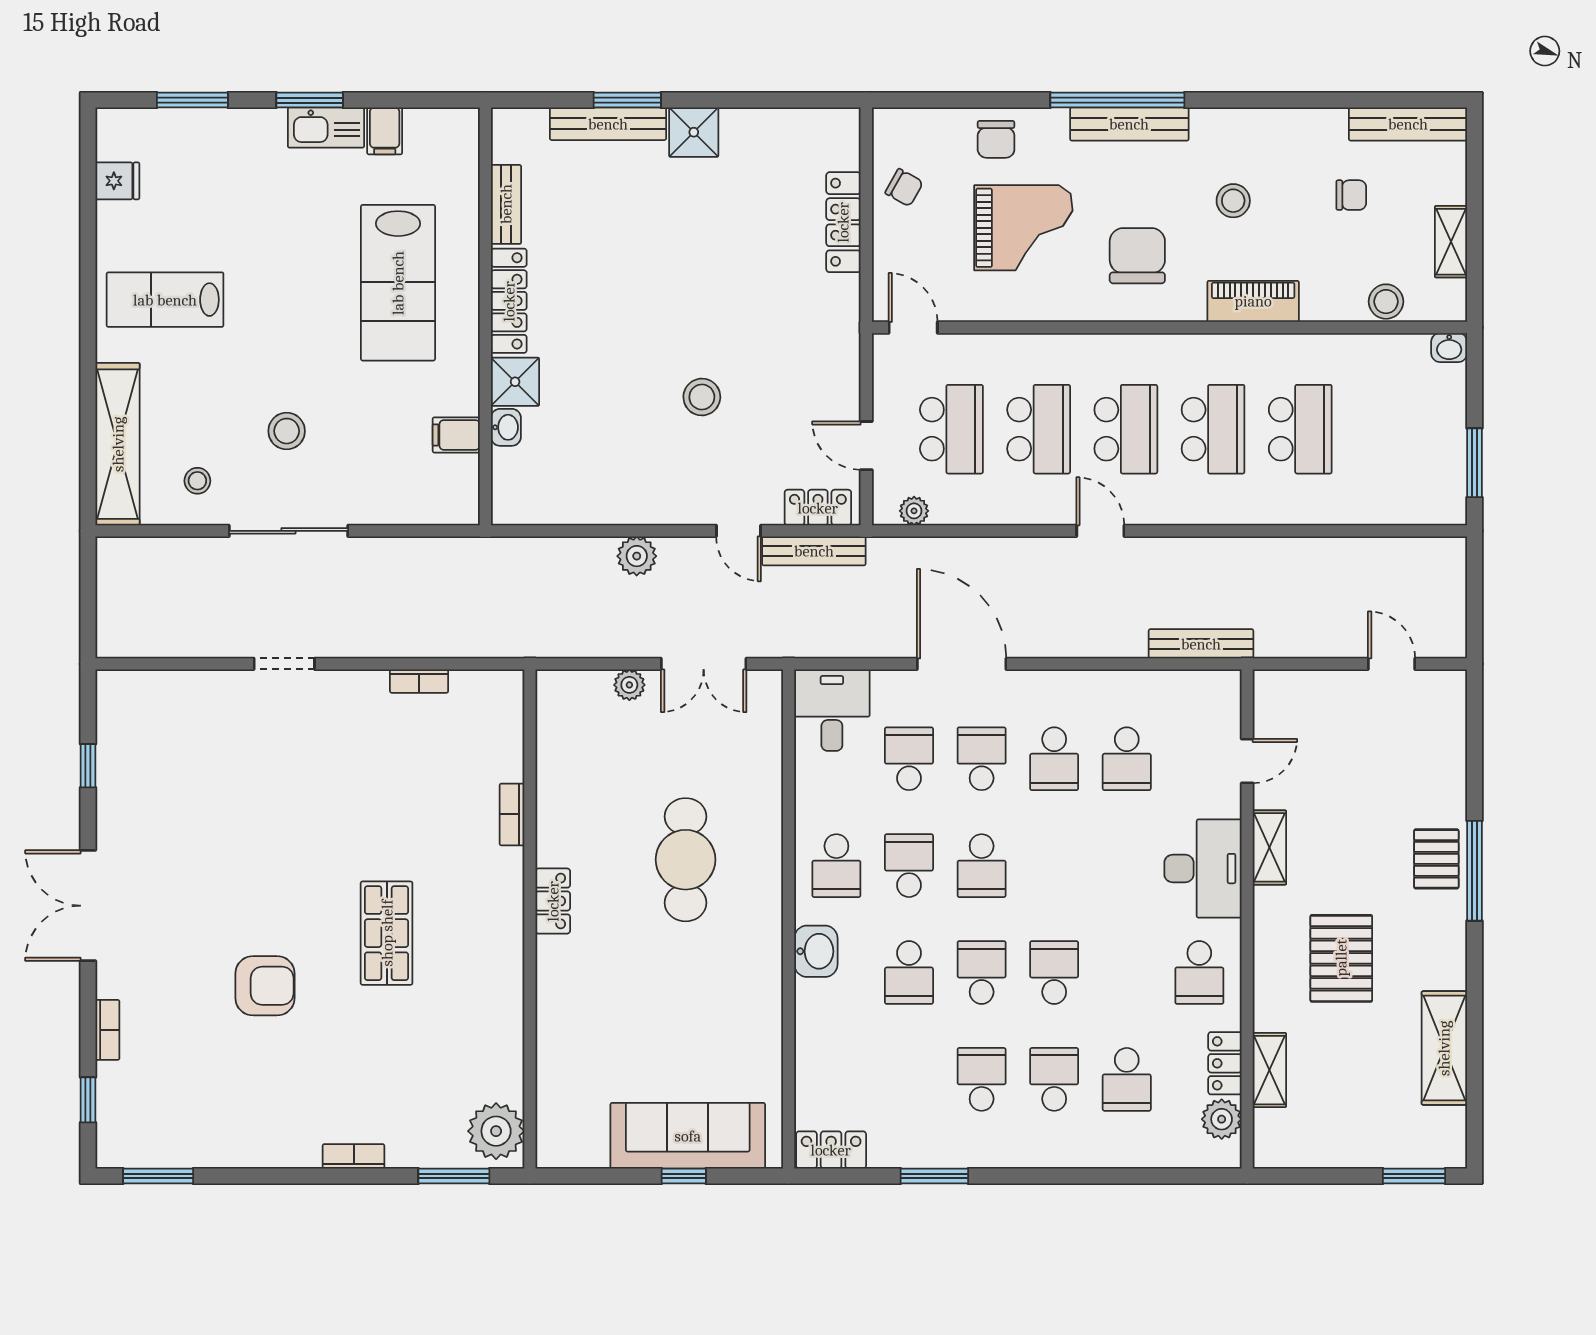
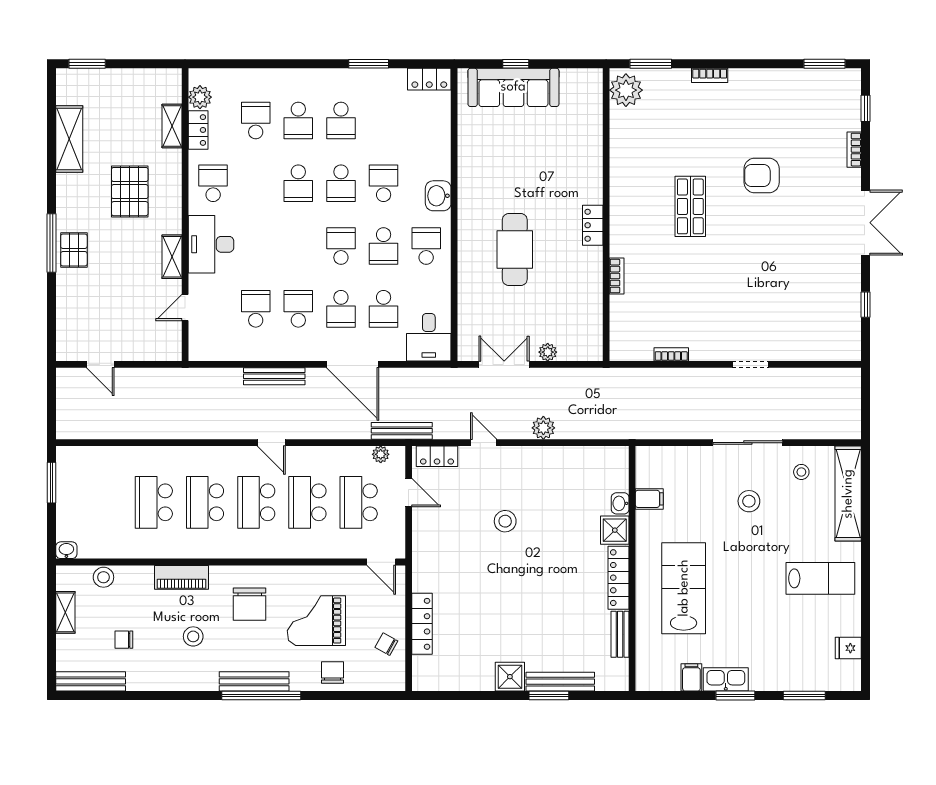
bench: (814, 551) -> (402, 431), moved
bench: (1201, 644) -> (274, 376), moved

